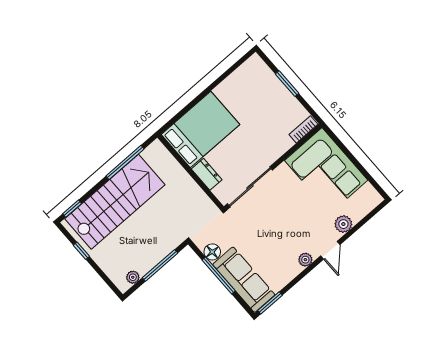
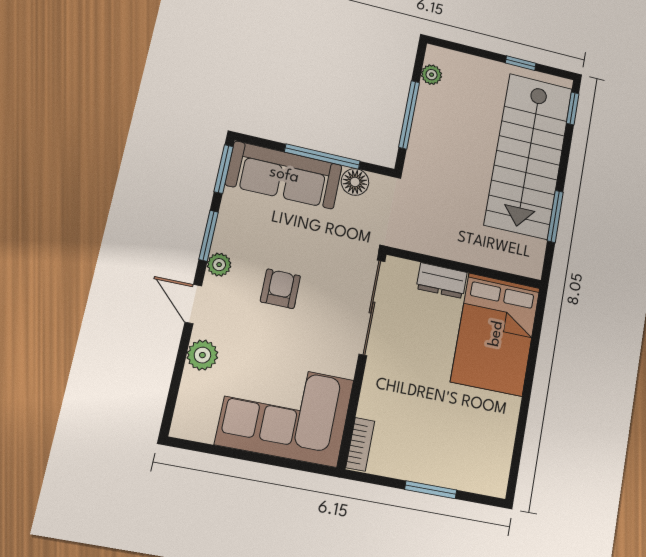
window: (125, 162) -> (555, 216), width x0.69
armchair: (286, 228) -> (280, 289), added
window: (300, 277) -> (209, 236), added

